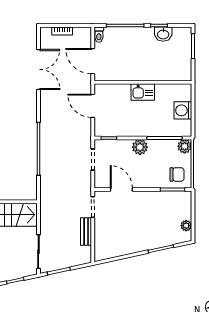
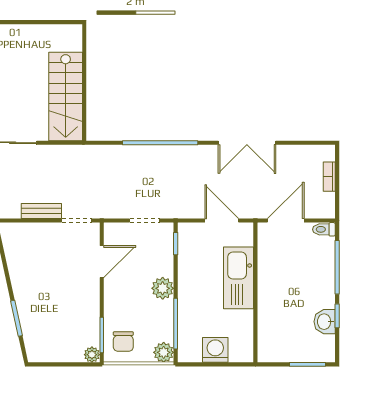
double door: (38, 69) -> (247, 143), moved
kitchen sink: (143, 92) -> (239, 278), width x1.87, depth x1.24
door: (93, 106) -> (222, 221), hinge flipped
plant: (186, 226) -> (92, 355), moved

